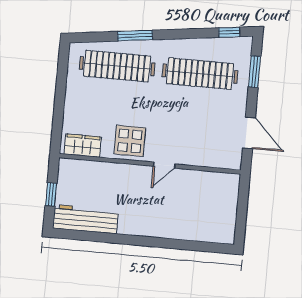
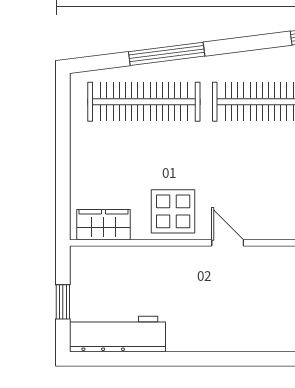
window: (135, 36) -> (167, 54), width x1.44
door: (164, 165) -> (228, 243), swing flipped

